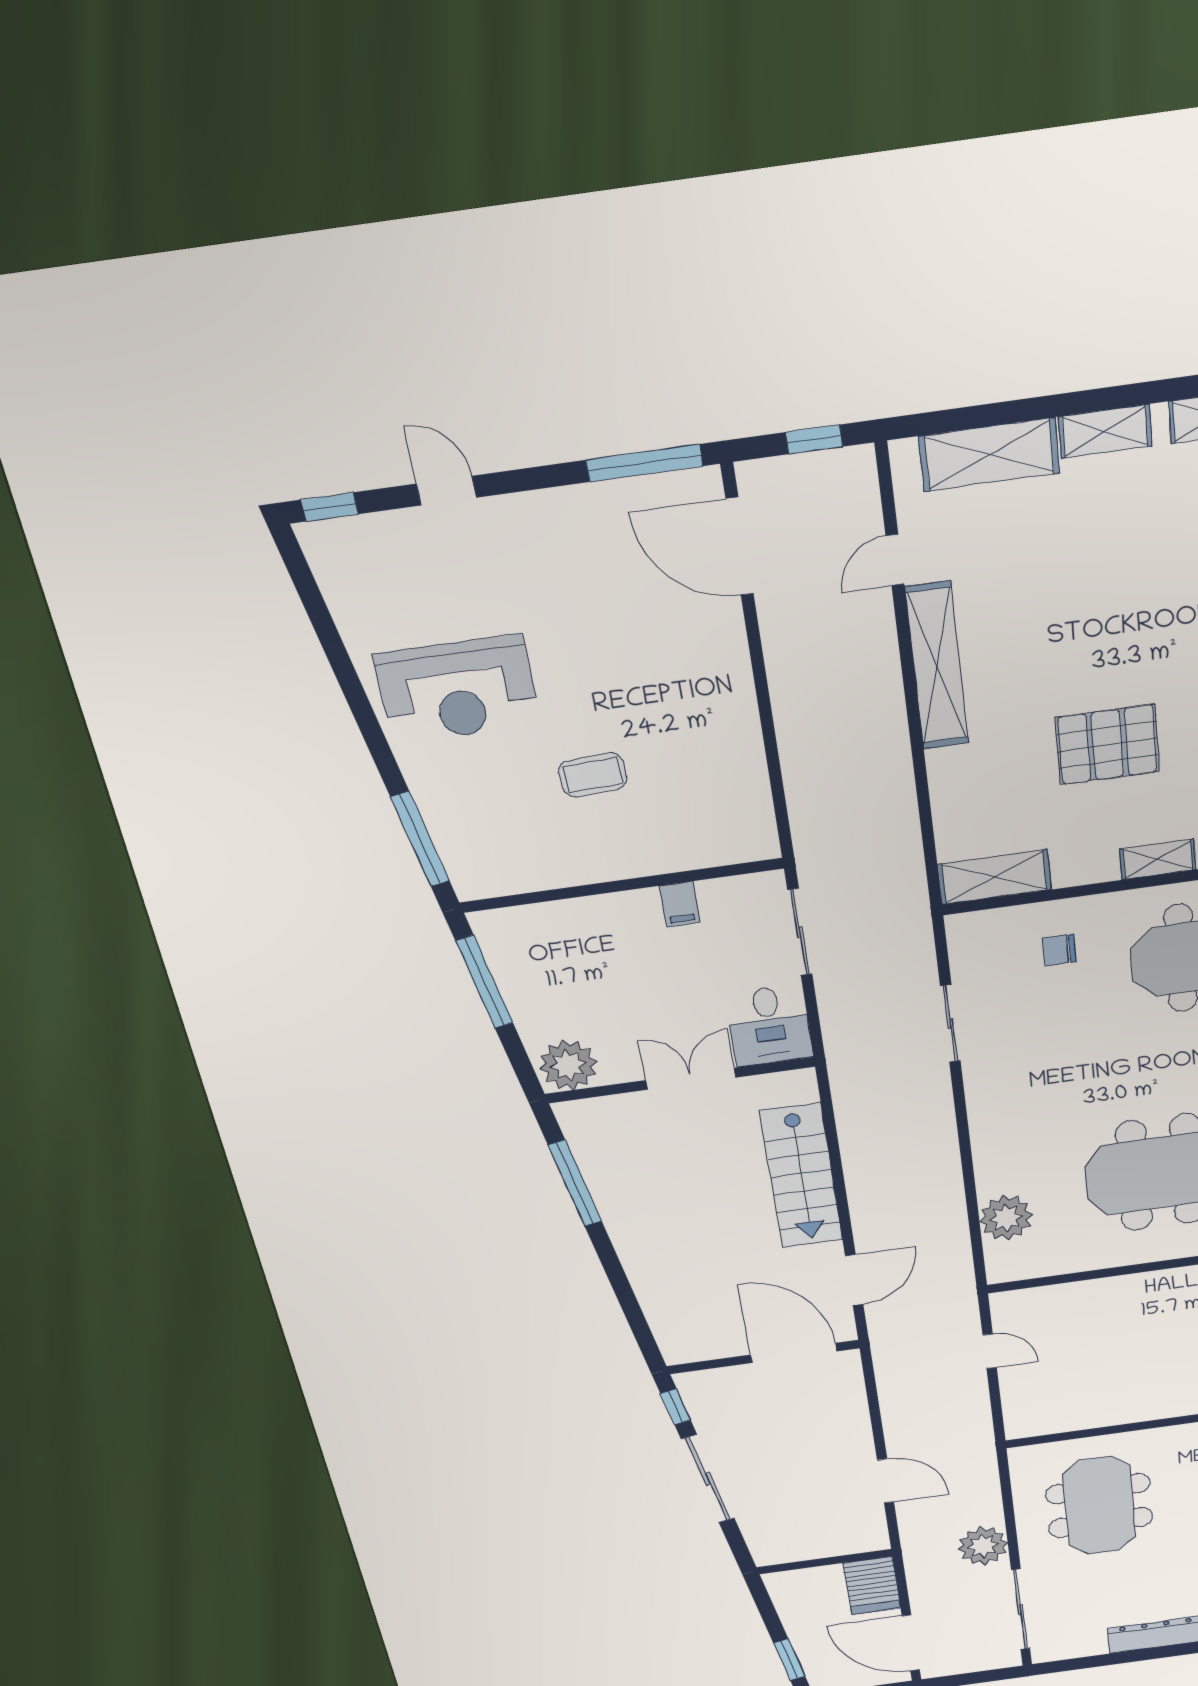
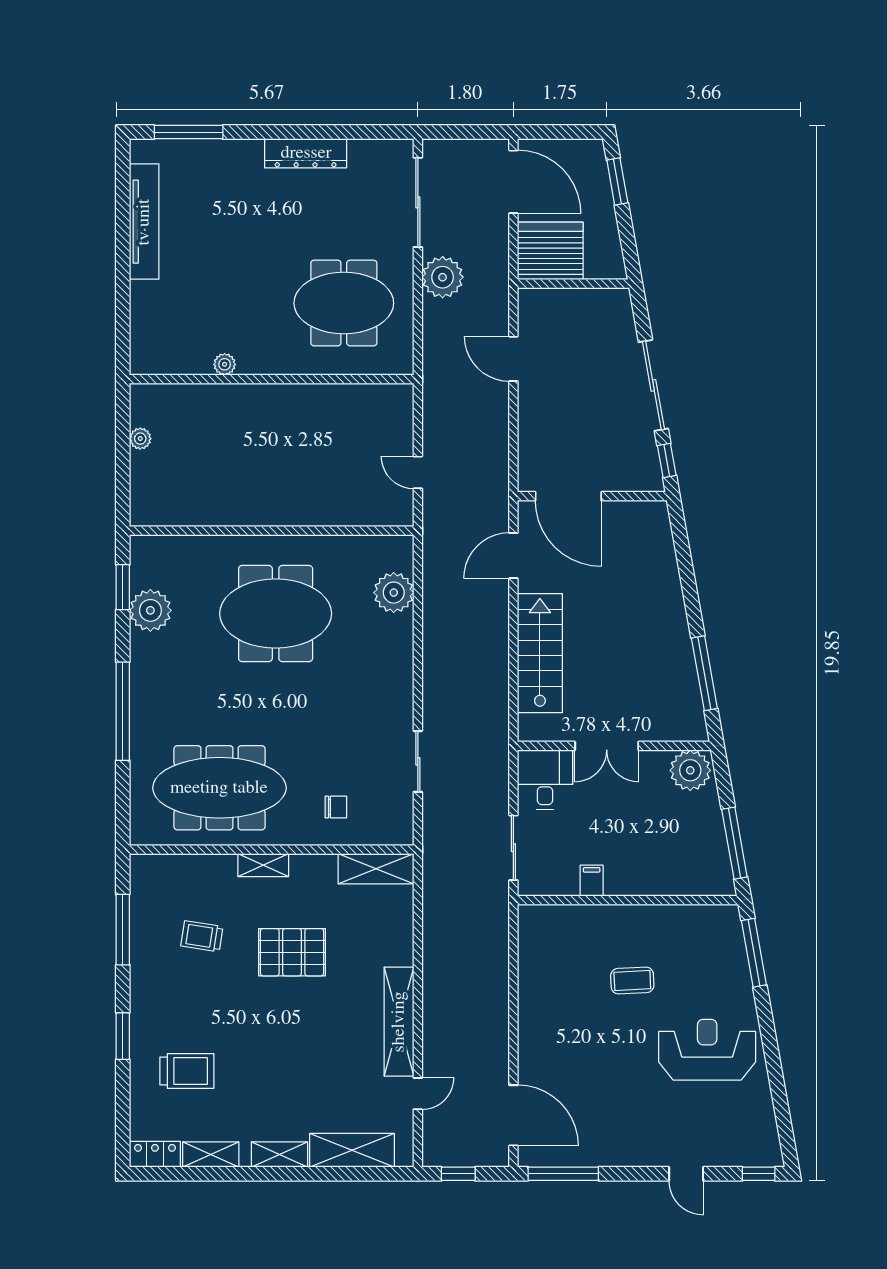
meeting table: (1099, 1506) -> (344, 303), turned 90
server rack: (872, 1586) -> (550, 251), width x1.60

